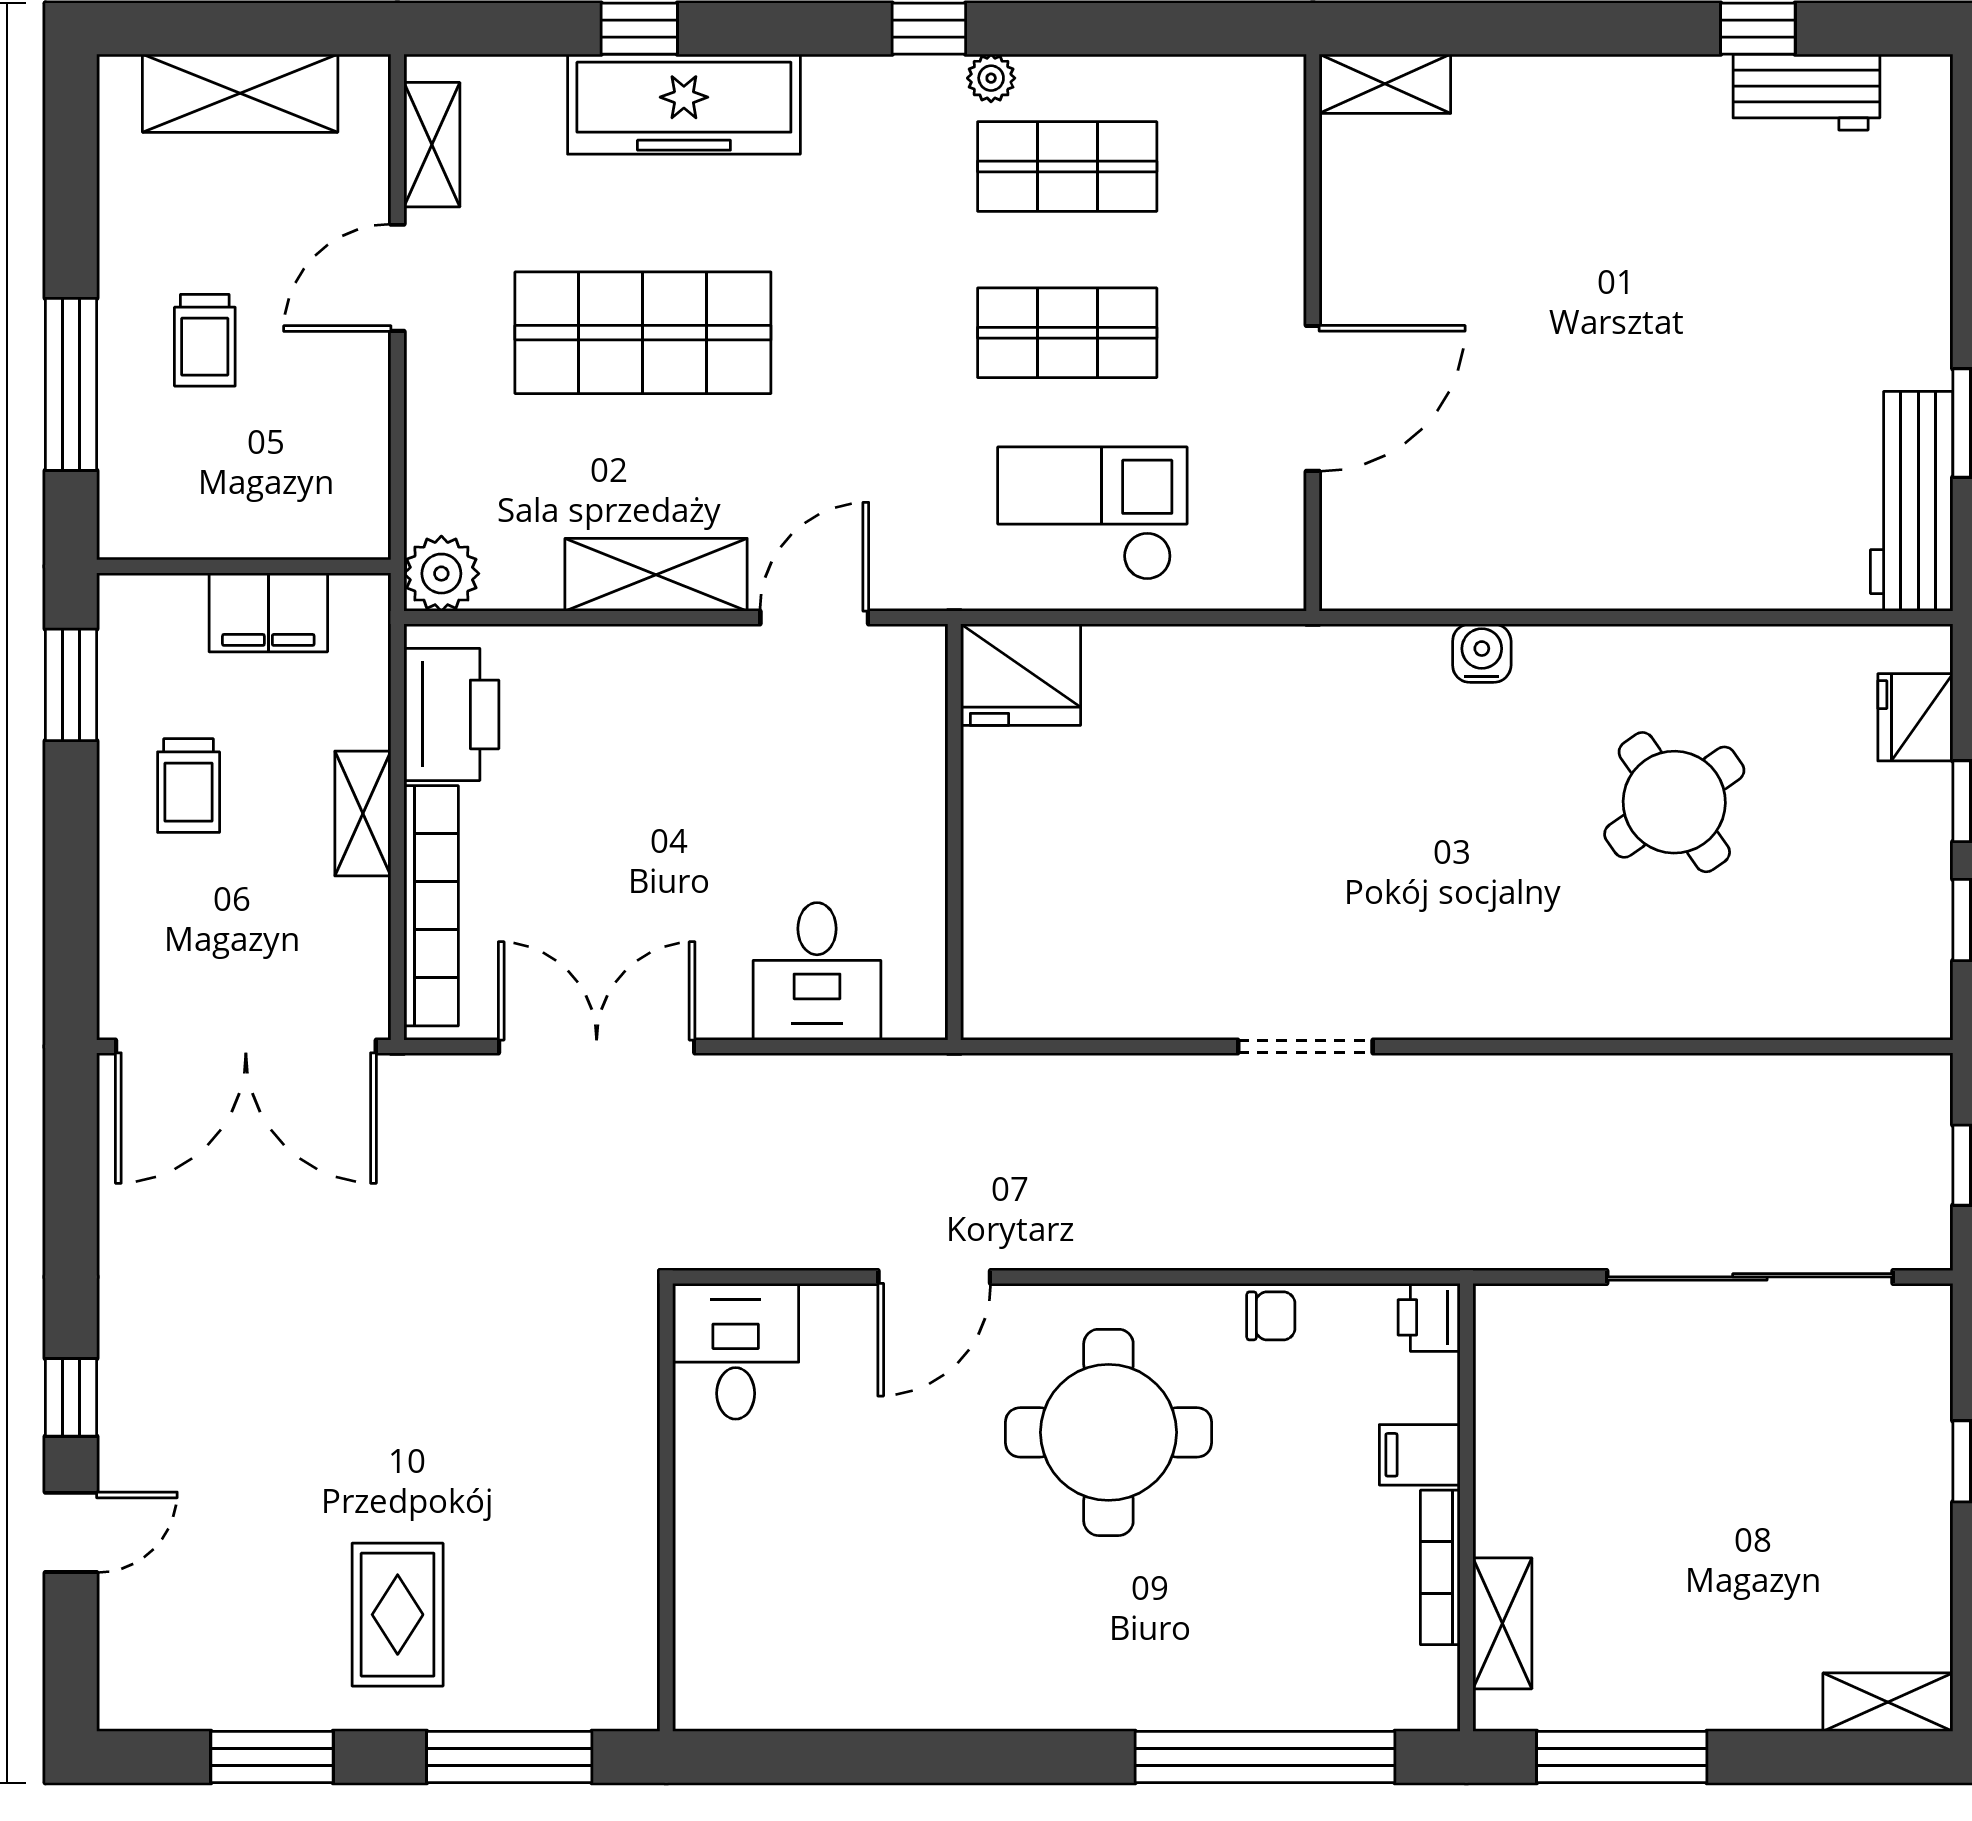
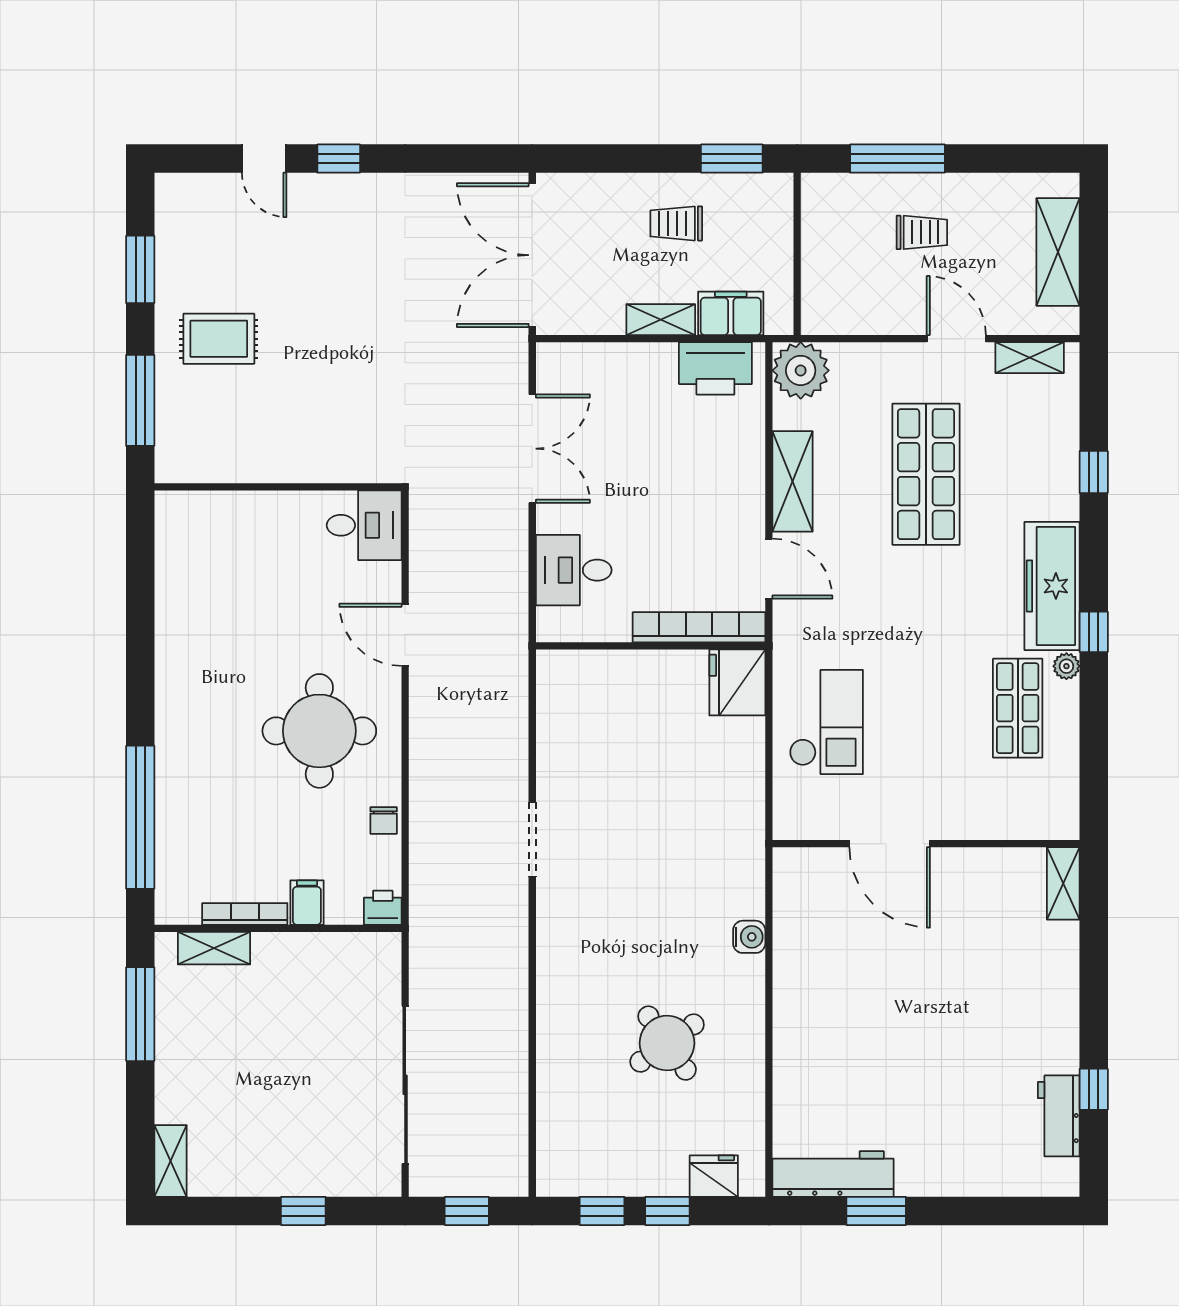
freezer: (684, 104) -> (1052, 586), moved
shop shelf: (1067, 333) -> (926, 708), removed
trolley: (205, 340) -> (922, 232), turned 180
plant: (441, 574) -> (801, 370), width x1.36, depth x1.36
filing cabinet: (268, 612) -> (731, 313), moved, turned 90
bookcase: (431, 906) -> (699, 627), moved, turned 180

